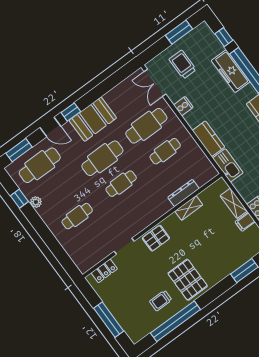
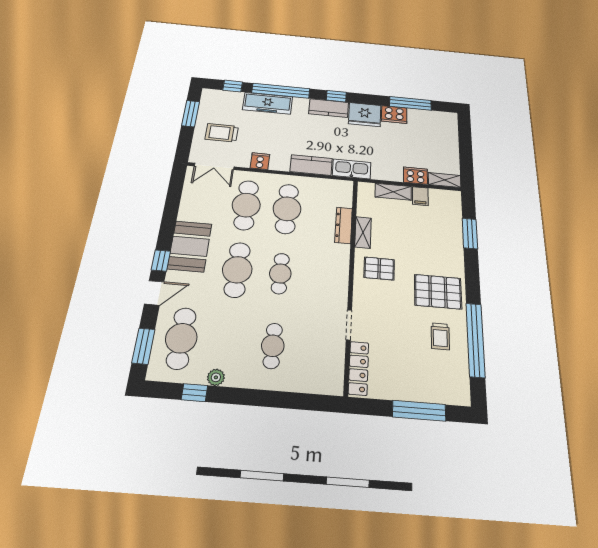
cafe table: (165, 151) -> (287, 209), width x1.37, depth x1.35
pallet: (156, 238) -> (379, 269), moved, turned 90
locker: (104, 271) -> (359, 368), width x1.53

